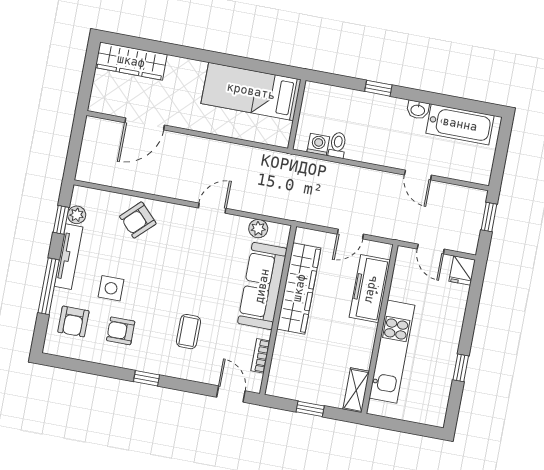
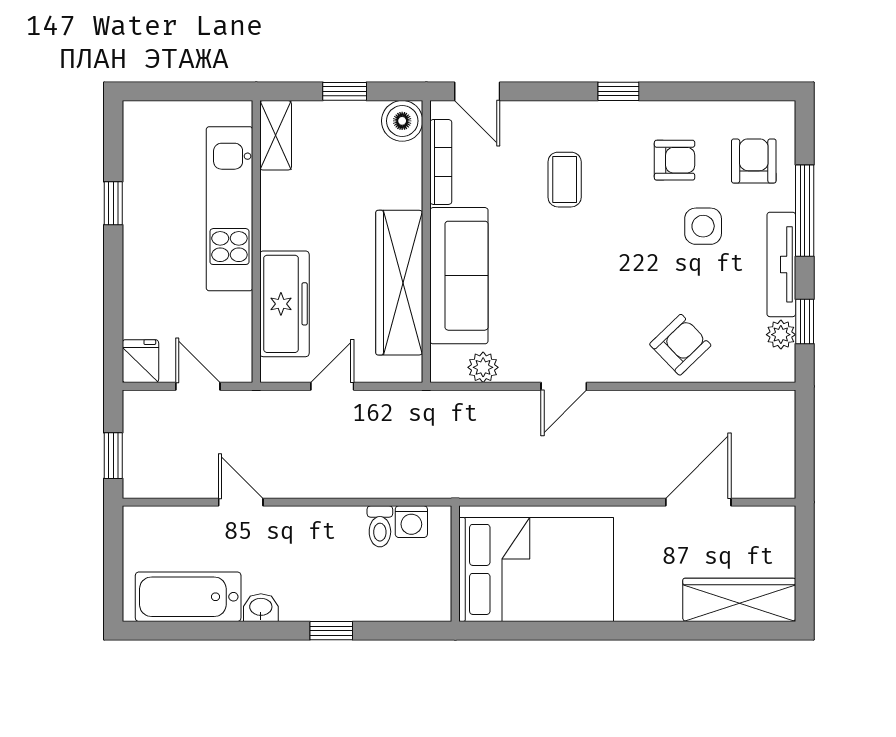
bed: (251, 91) -> (536, 569), width x1.50
bookcase: (260, 356) -> (441, 162), width x1.56
boiler: (279, 385) -> (402, 121), added

